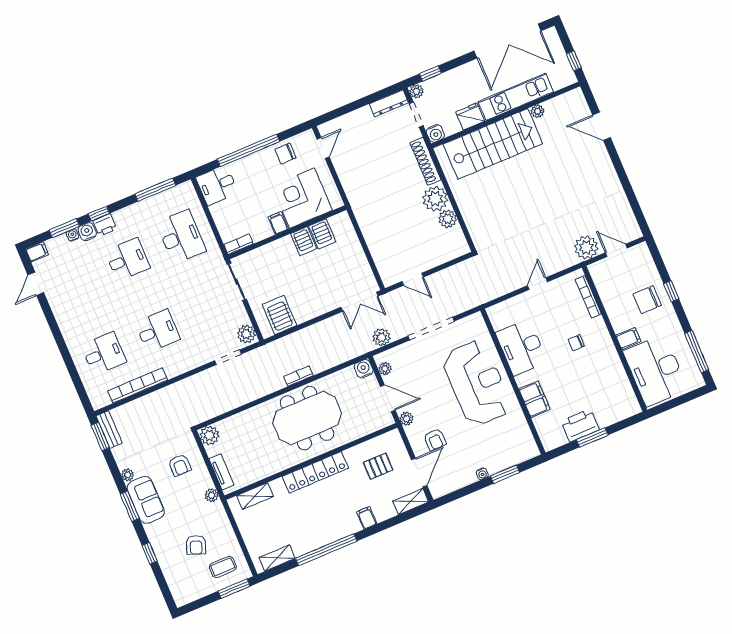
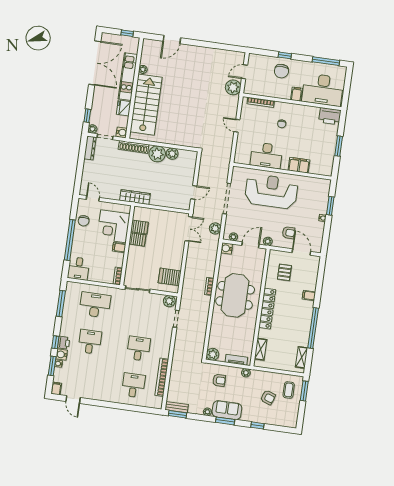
wardrobe: (359, 204) -> (135, 197), added
printer: (580, 425) -> (330, 116), moved, turned -90
shelving: (411, 501) -> (314, 266), removed

